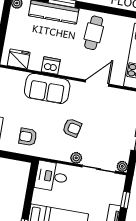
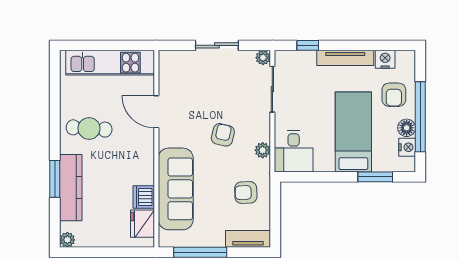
dishwasher: (51, 66) -> (144, 197), moved
sofa: (47, 88) -> (176, 189), width x1.36
armchair: (28, 137) -> (246, 192), turned 88
plant: (76, 158) -> (263, 150), moved

